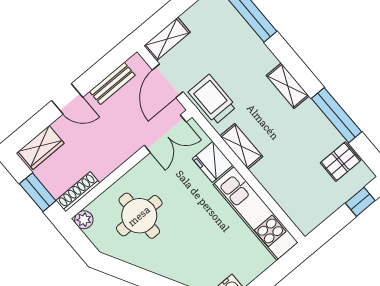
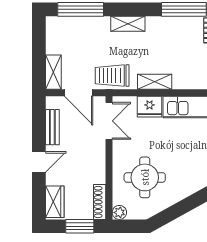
shelving: (288, 86) -> (128, 24), moved

